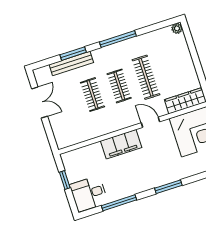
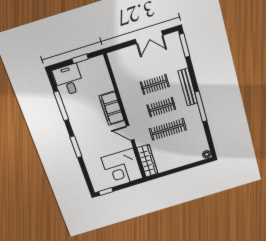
window: (73, 54) -> (185, 45), moved
bench: (71, 63) -> (188, 87), moved
door: (150, 122) -> (130, 133), swing flipped

